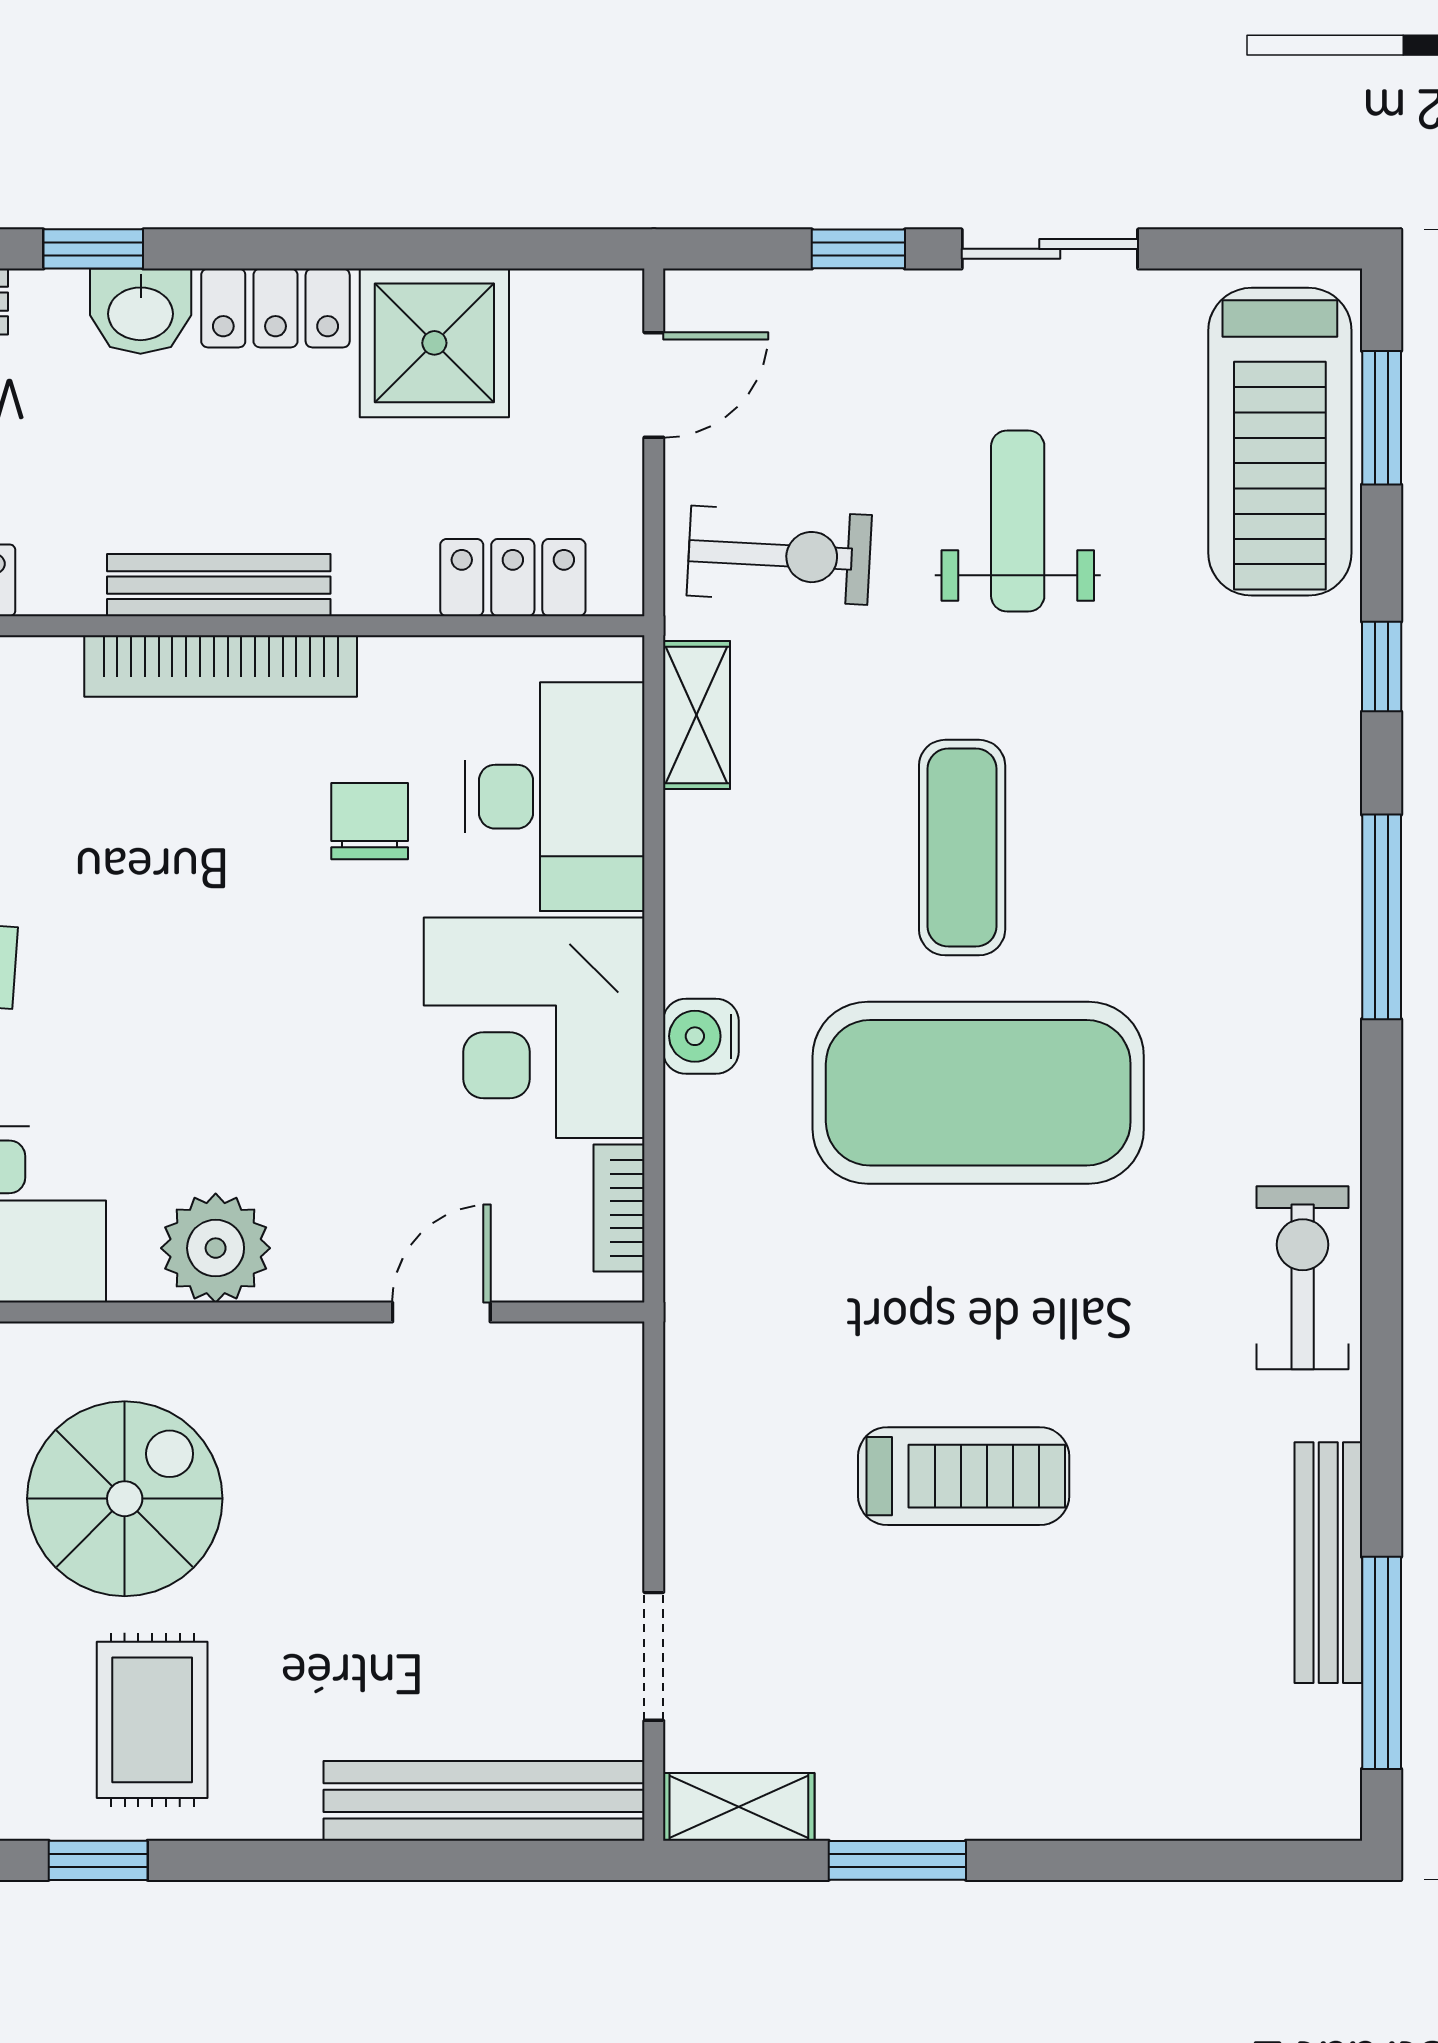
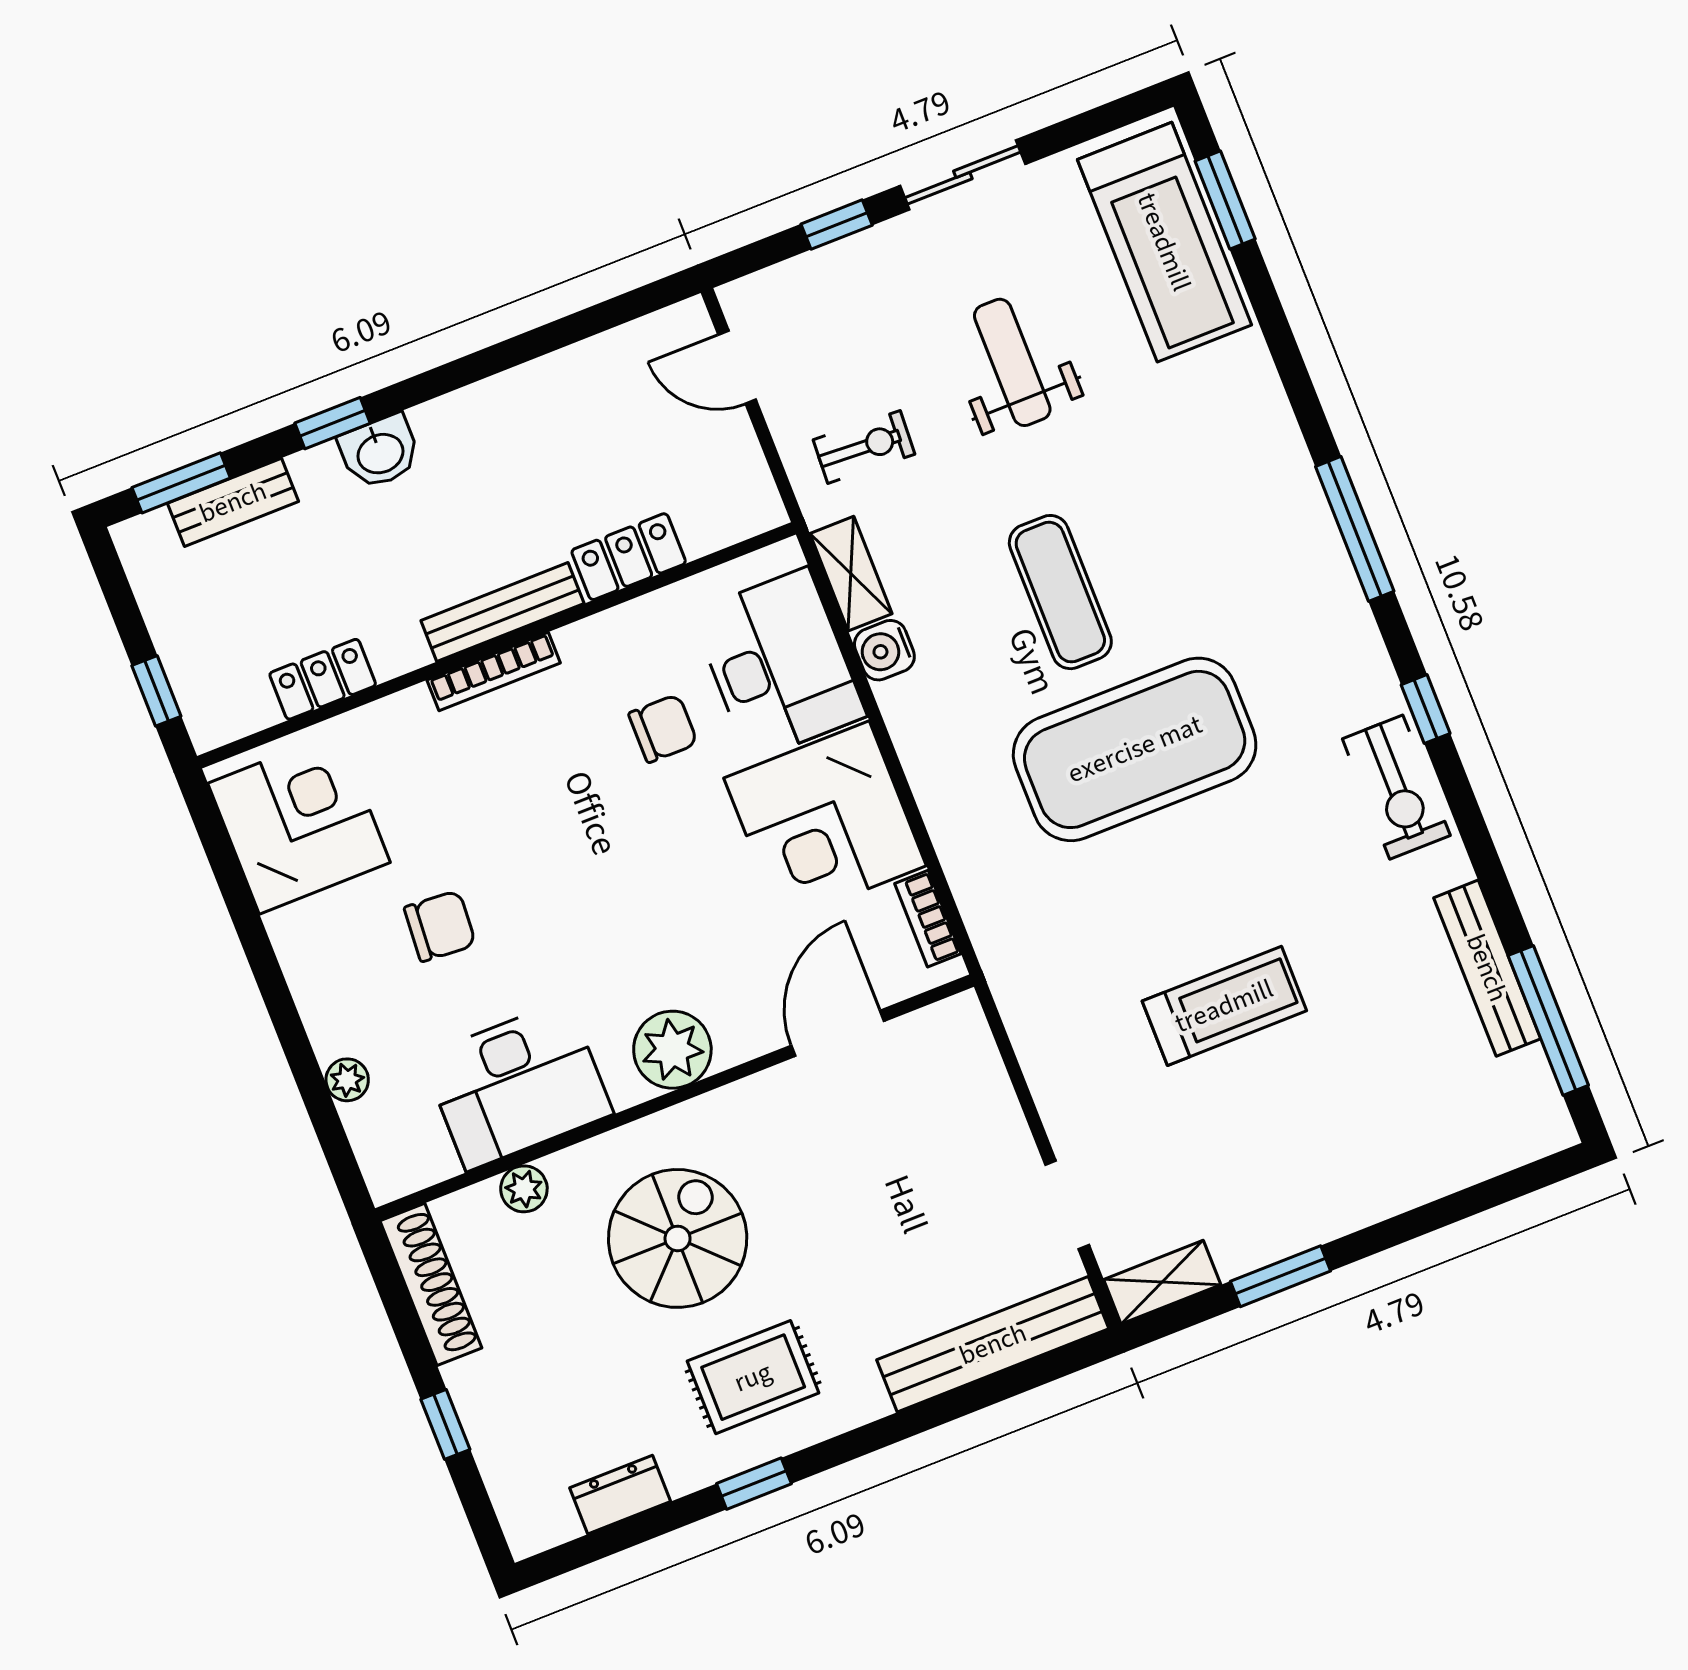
locker: (275, 308) -> (468, 415), removed
shower: (434, 343) -> (582, 397), removed
door: (654, 385) -> (737, 367), swing flipped
exercise bike: (779, 555) -> (864, 447), width x0.73, depth x0.72
locker: (513, 578) -> (629, 557), moved
bookcase: (221, 666) -> (494, 671), width x0.68, depth x0.76
window: (1382, 667) -> (1426, 709), moved
chair: (370, 821) -> (663, 728), turned 90
water cooler: (701, 1036) -> (884, 650), moved
exercise bike: (1303, 1278) -> (1396, 787), turned 180
door: (441, 1312) -> (838, 1033), width x1.38
rug: (152, 1720) -> (753, 1377), turned 90

